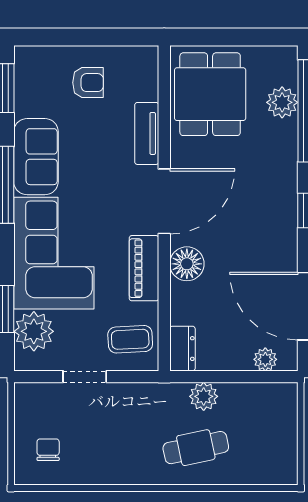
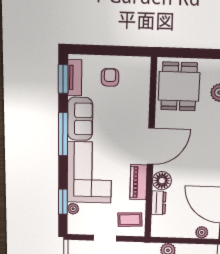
armchair: (88, 83) -> (110, 77), turned -90
tv unit: (147, 133) -> (75, 78), moved, turned 180
plant: (34, 331) -> (73, 209), width x0.53, depth x0.53
dresser: (182, 349) -> (159, 203), moved

